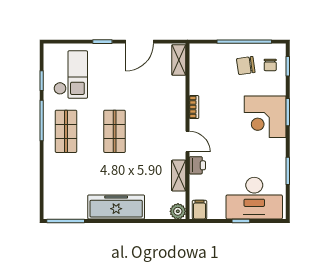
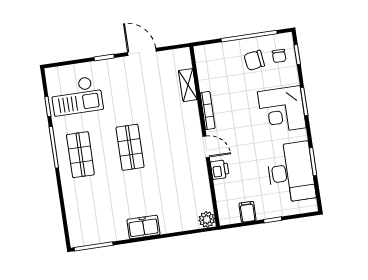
door: (139, 42) -> (142, 52), swing flipped
shelving: (179, 60) -> (188, 85), moved
checkout: (71, 75) -> (77, 96), turned 90
bookcase: (194, 107) -> (208, 111), width x1.56
shelving: (179, 176) -> (202, 183), removed
desk: (254, 198) -> (291, 172), moved, turned -90
freezer: (116, 207) -> (143, 227), width x0.52, depth x0.79
filing cabinet: (200, 210) -> (247, 212), moved

